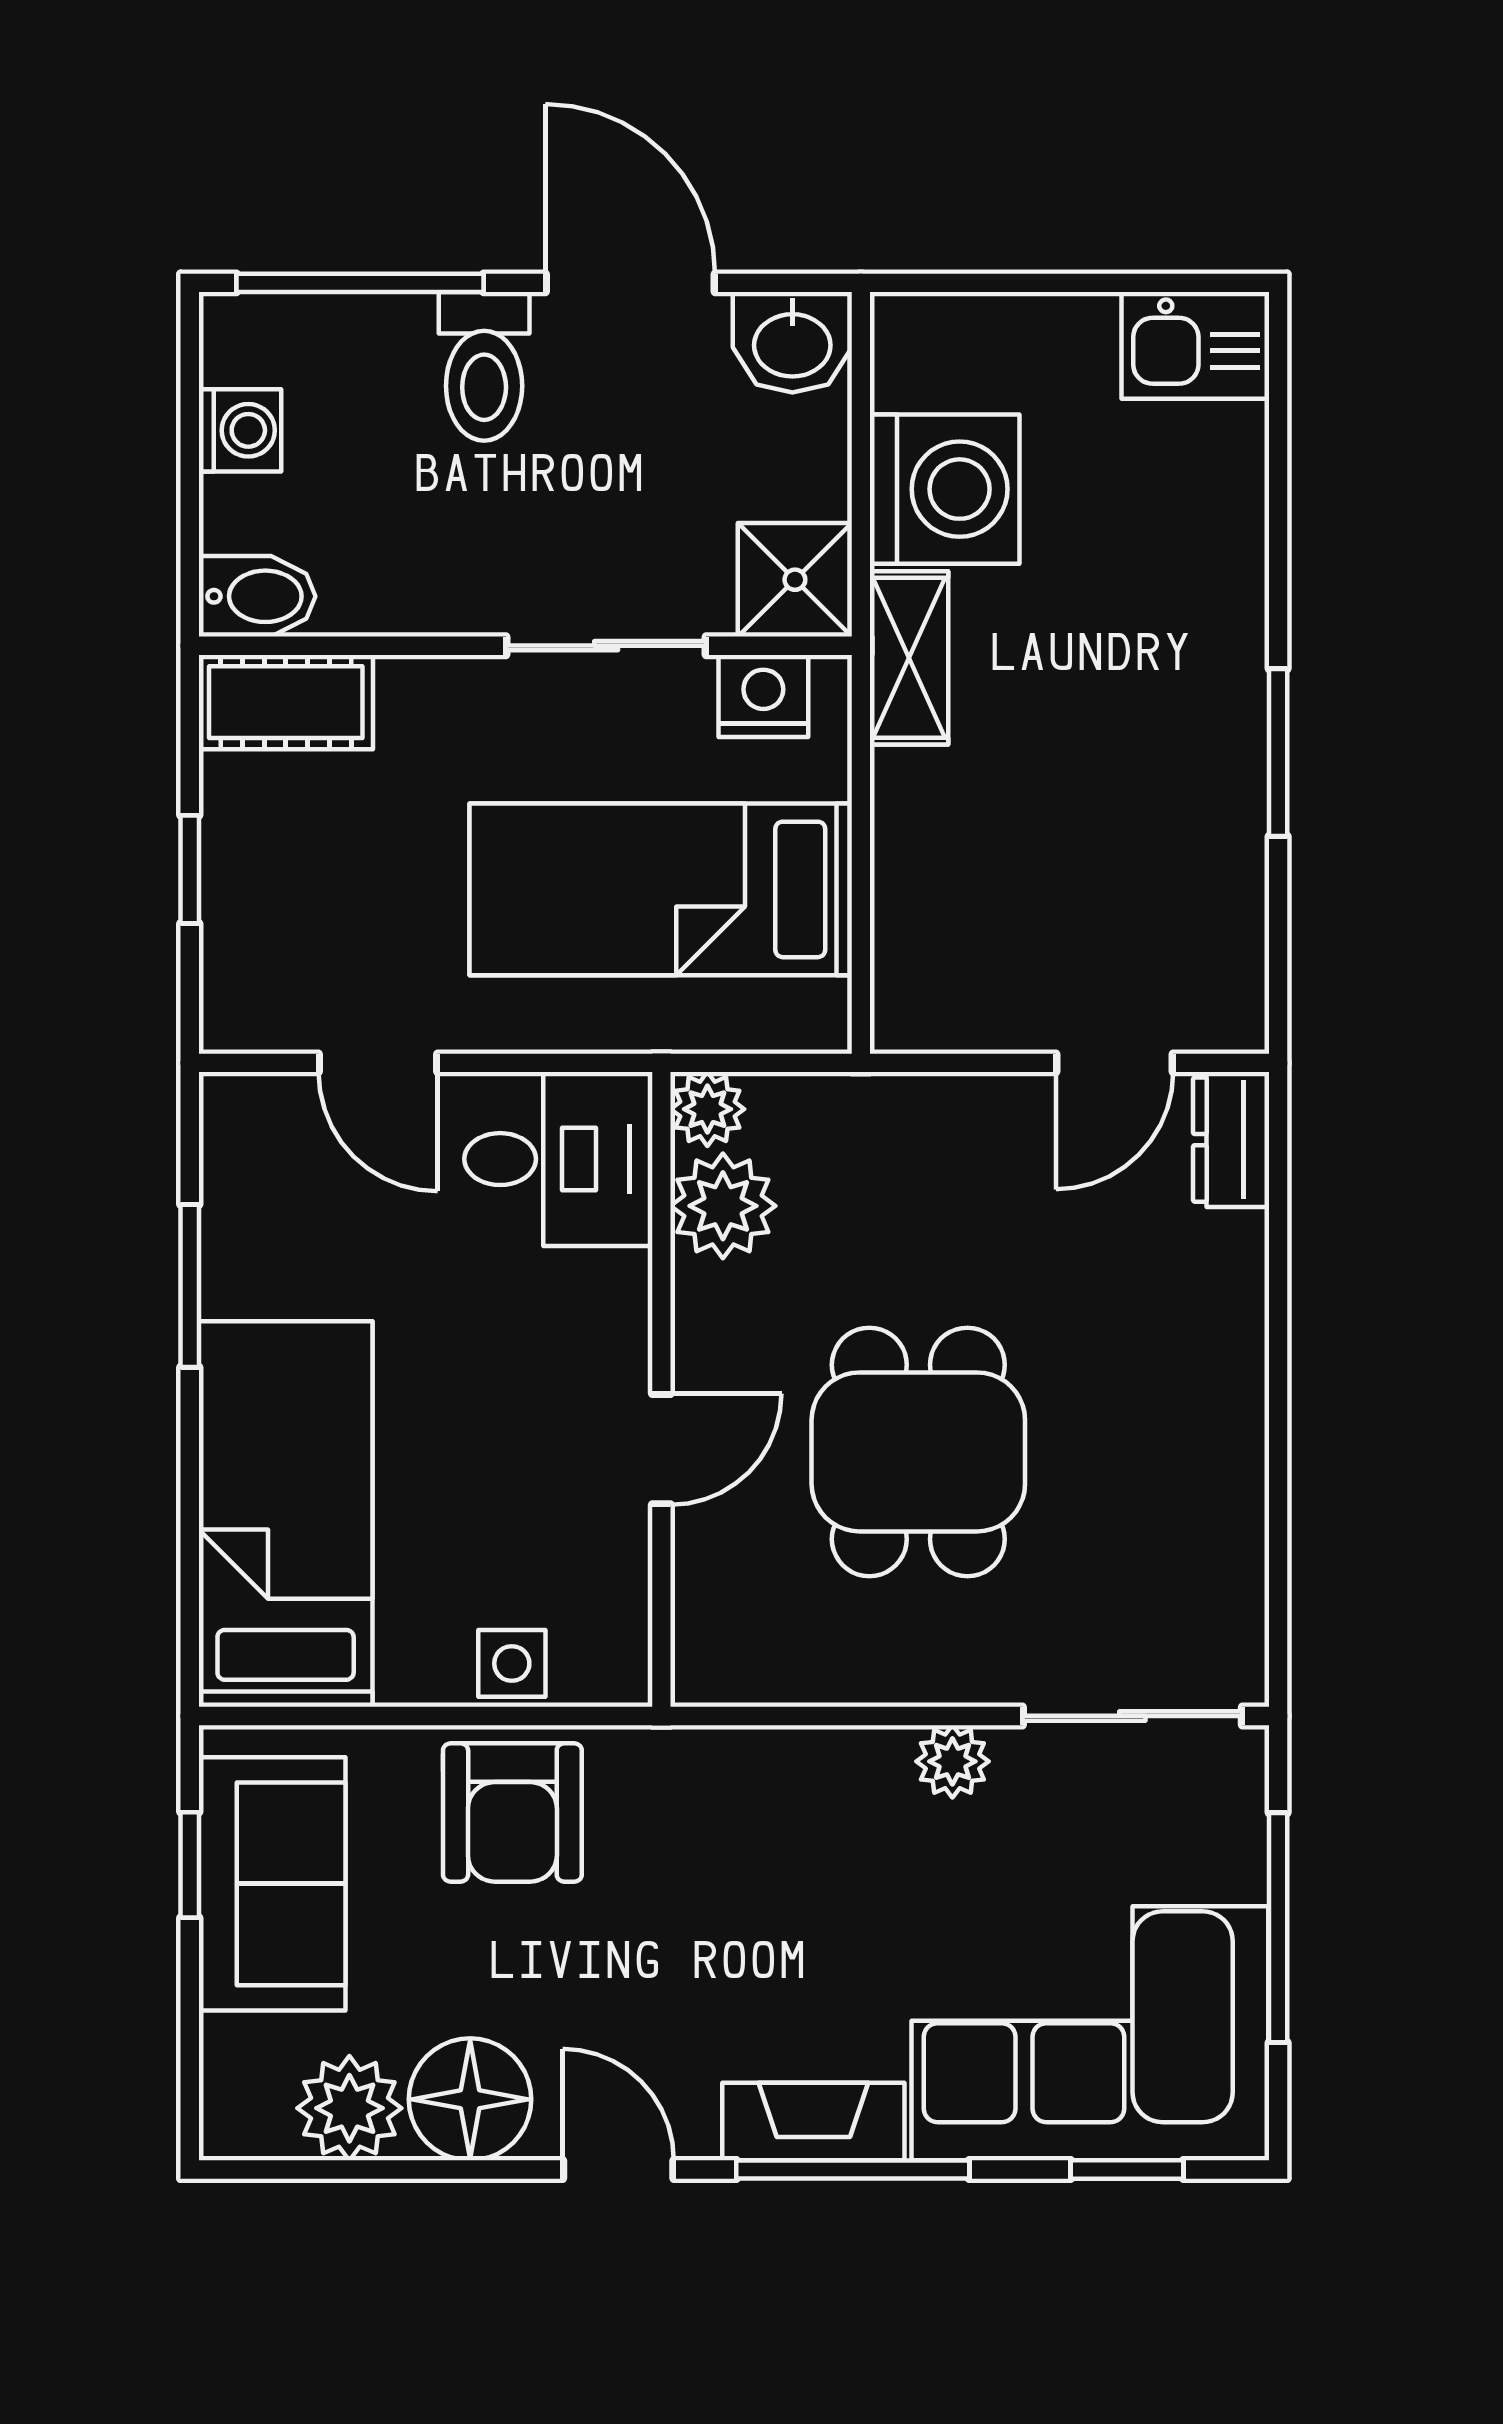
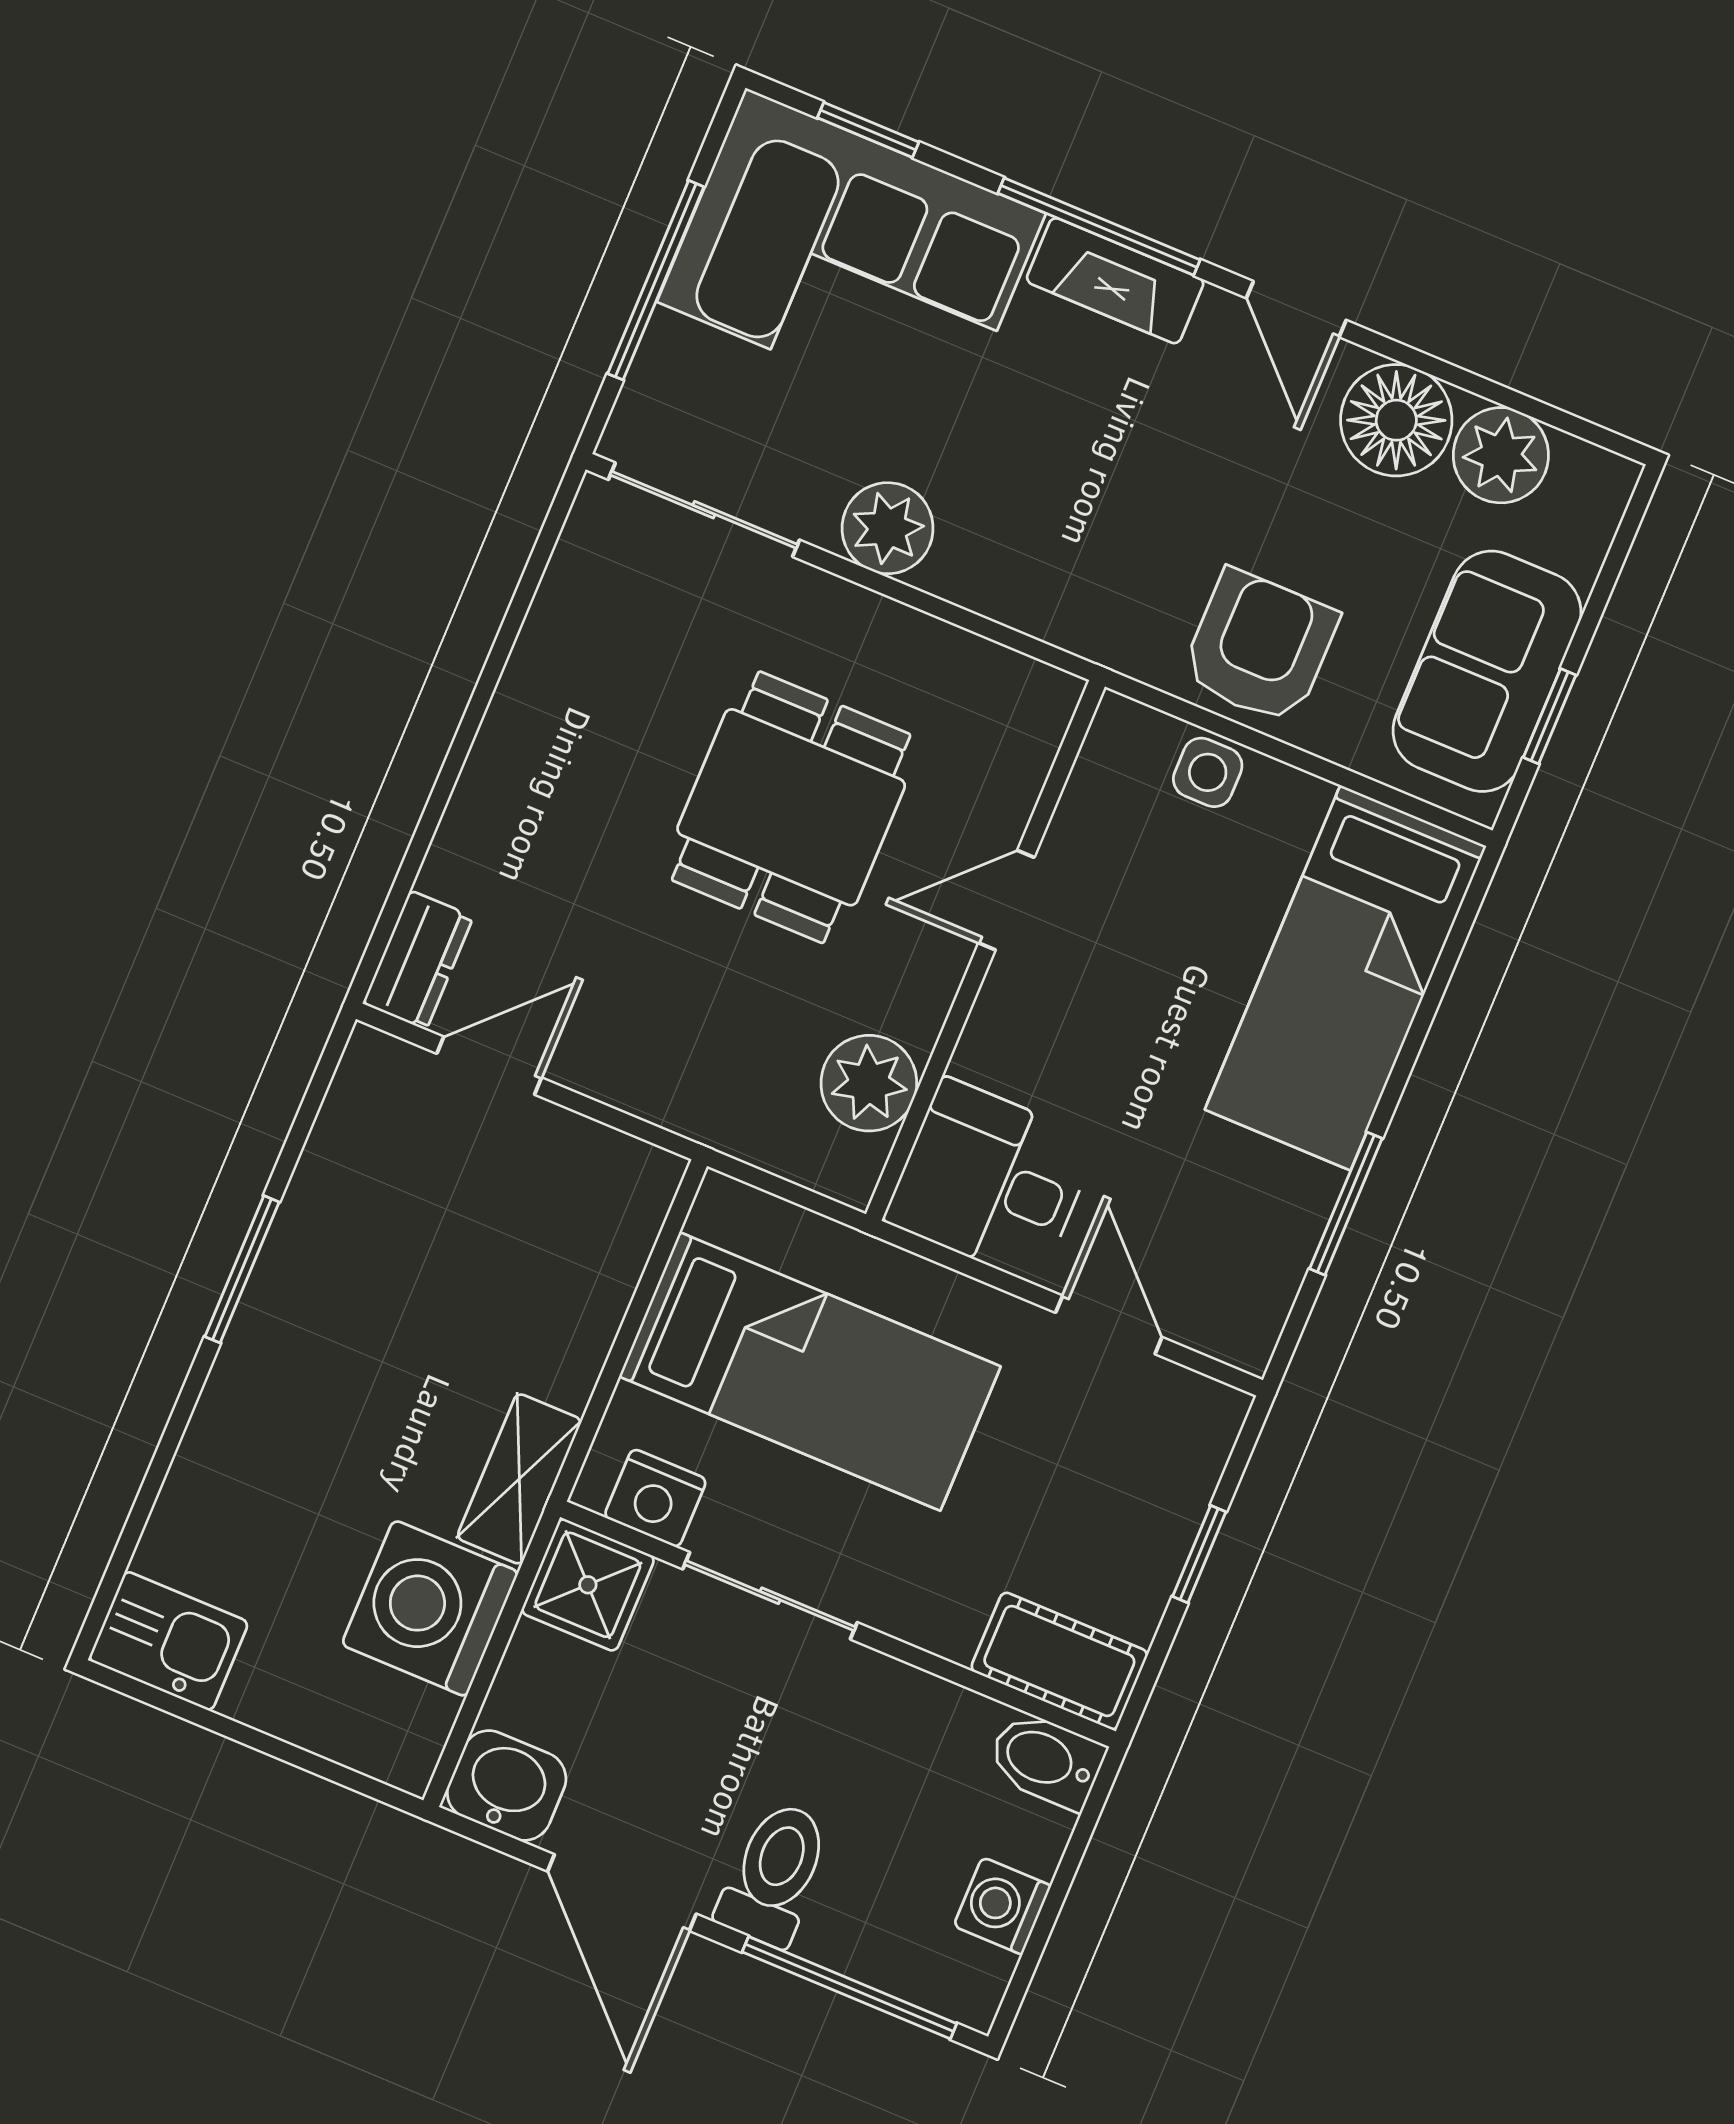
plant: (707, 1109) -> (848, 1170), removed
plant: (952, 1761) -> (888, 528), width x1.38, depth x1.38

